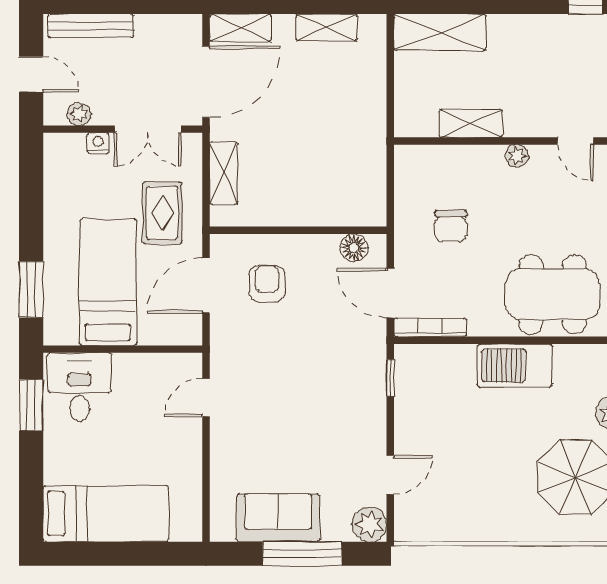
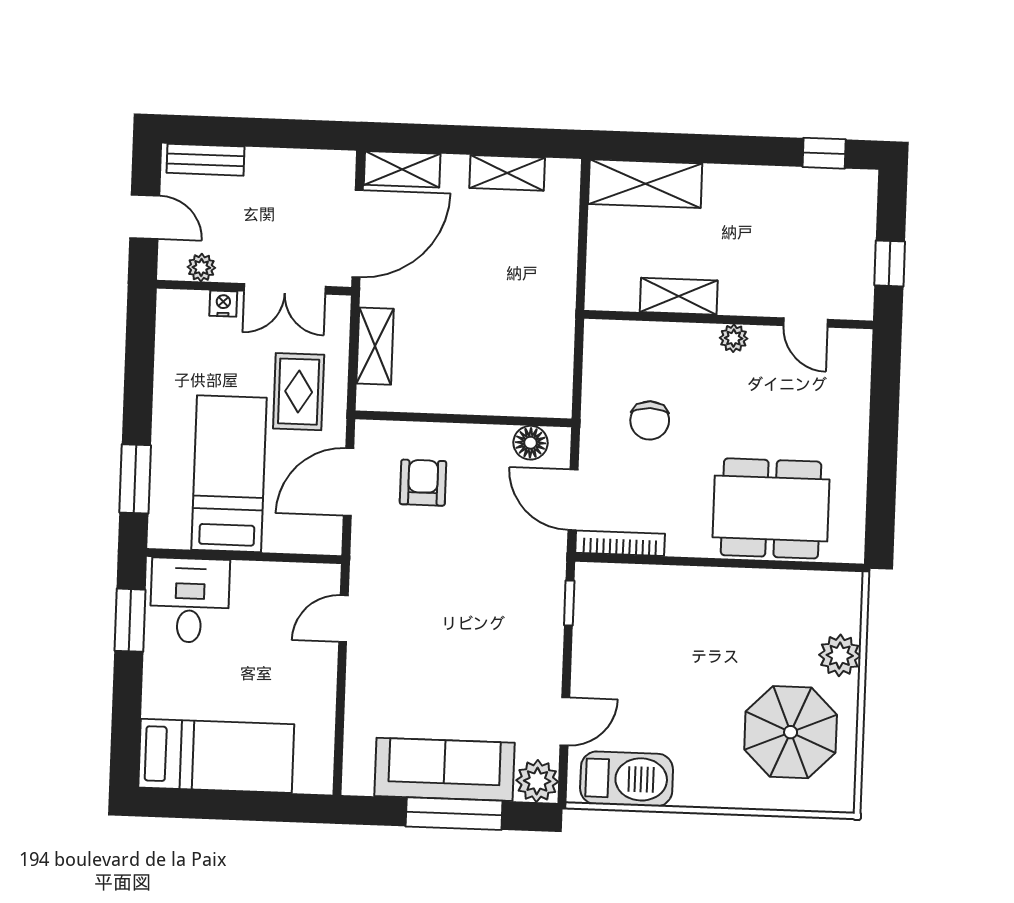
bench: (91, 26) -> (206, 160), width x0.73
barbecue: (515, 366) -> (627, 779), moved, turned 180
sofa: (278, 518) -> (444, 769), width x1.36

